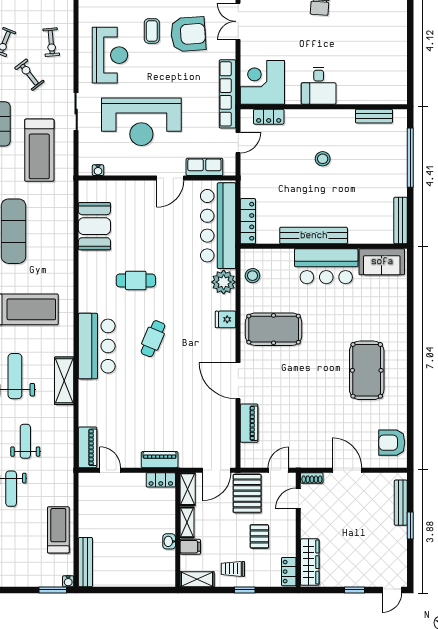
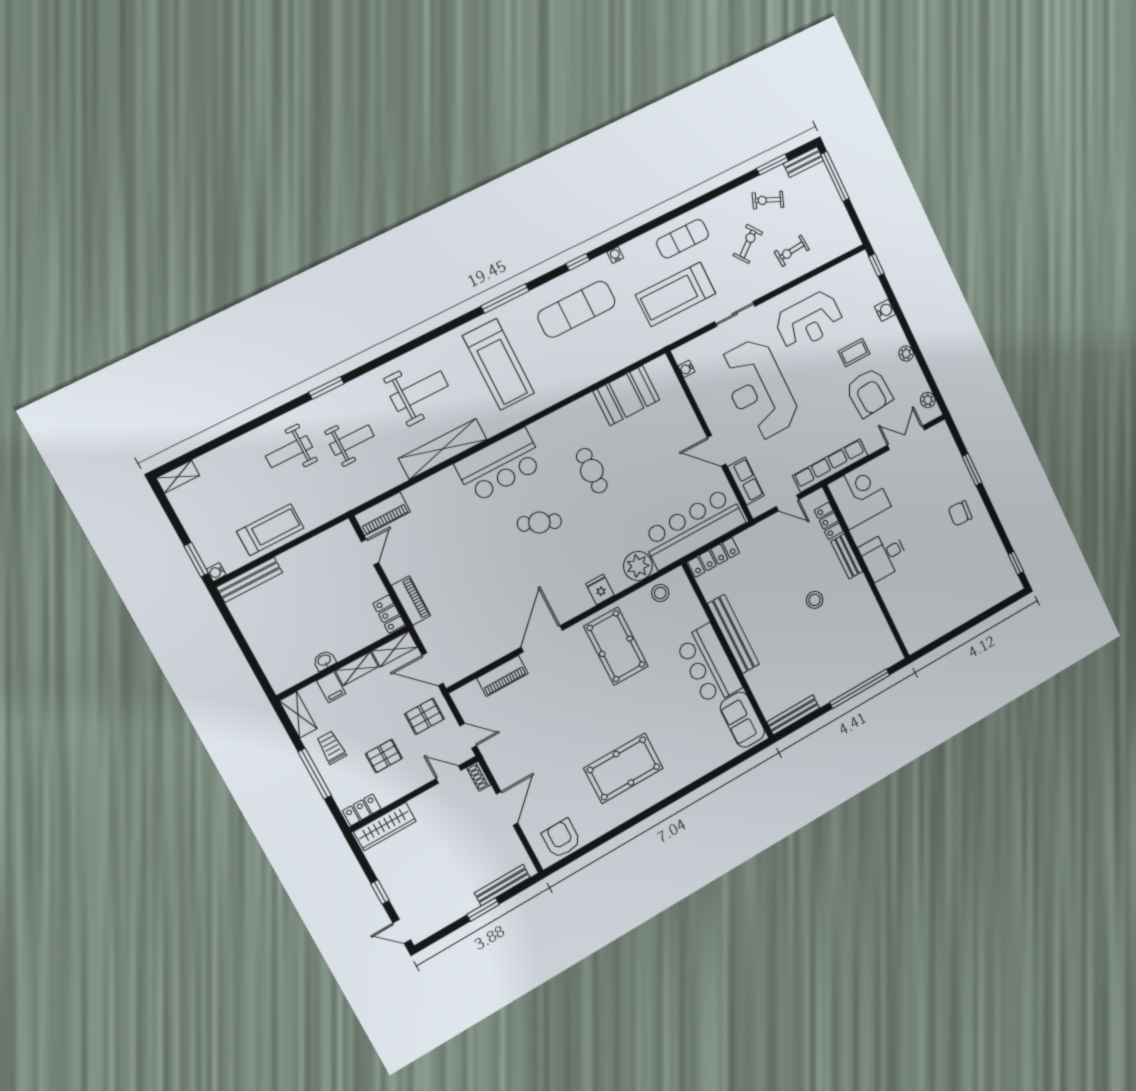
bench: (374, 116) -> (847, 556), moved
shelving: (64, 381) -> (443, 449), width x1.47
pallet: (247, 493) -> (424, 716), width x0.67, depth x0.71
window: (245, 590) -> (315, 774), width x2.17

